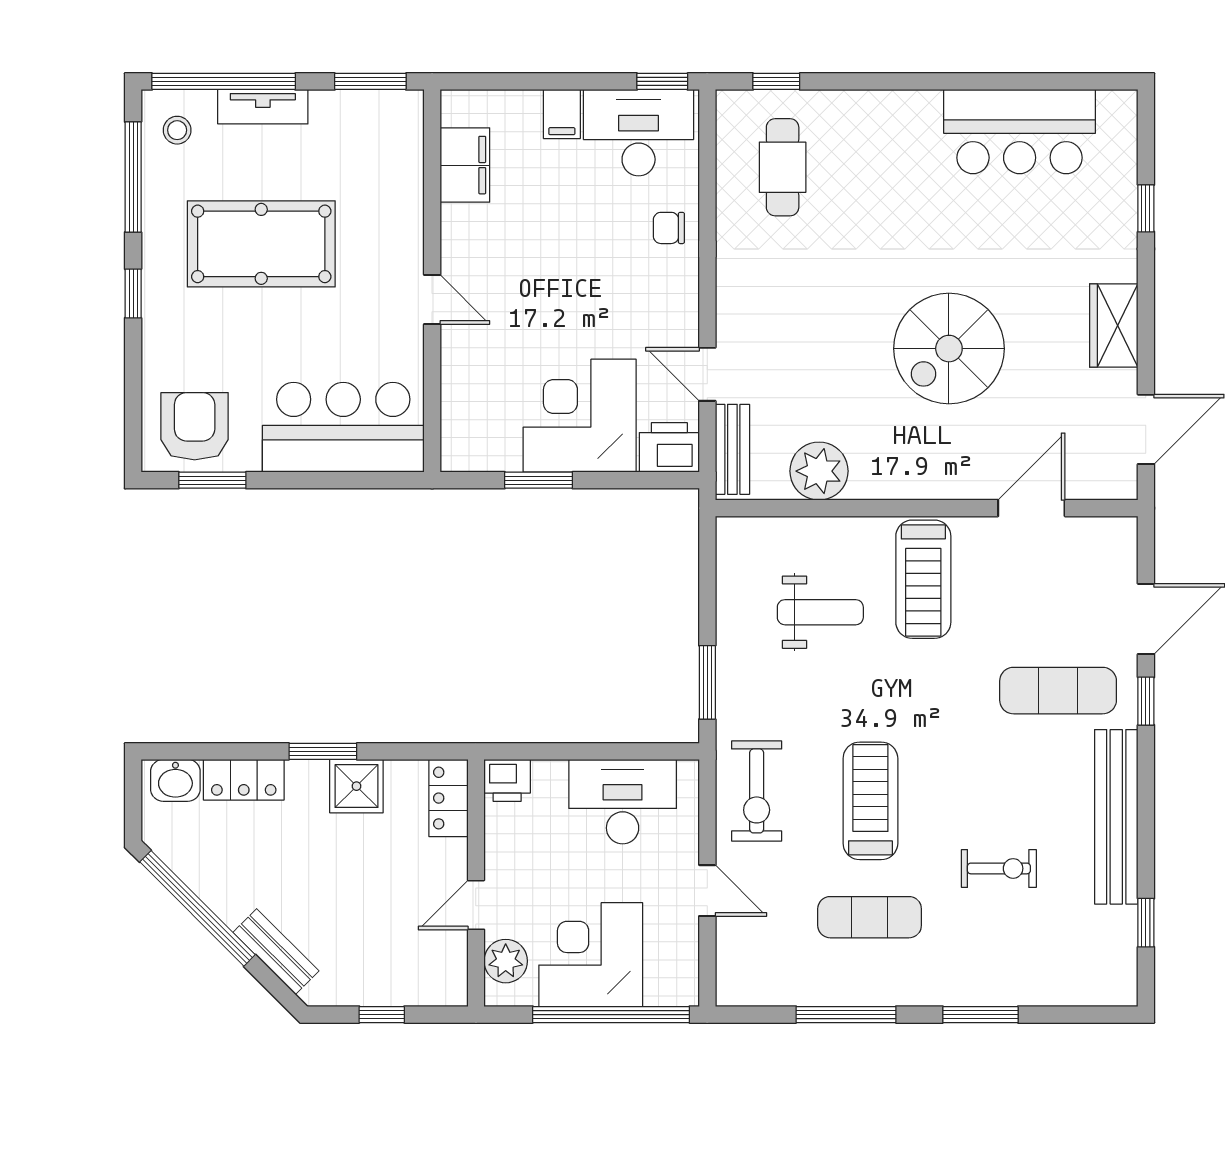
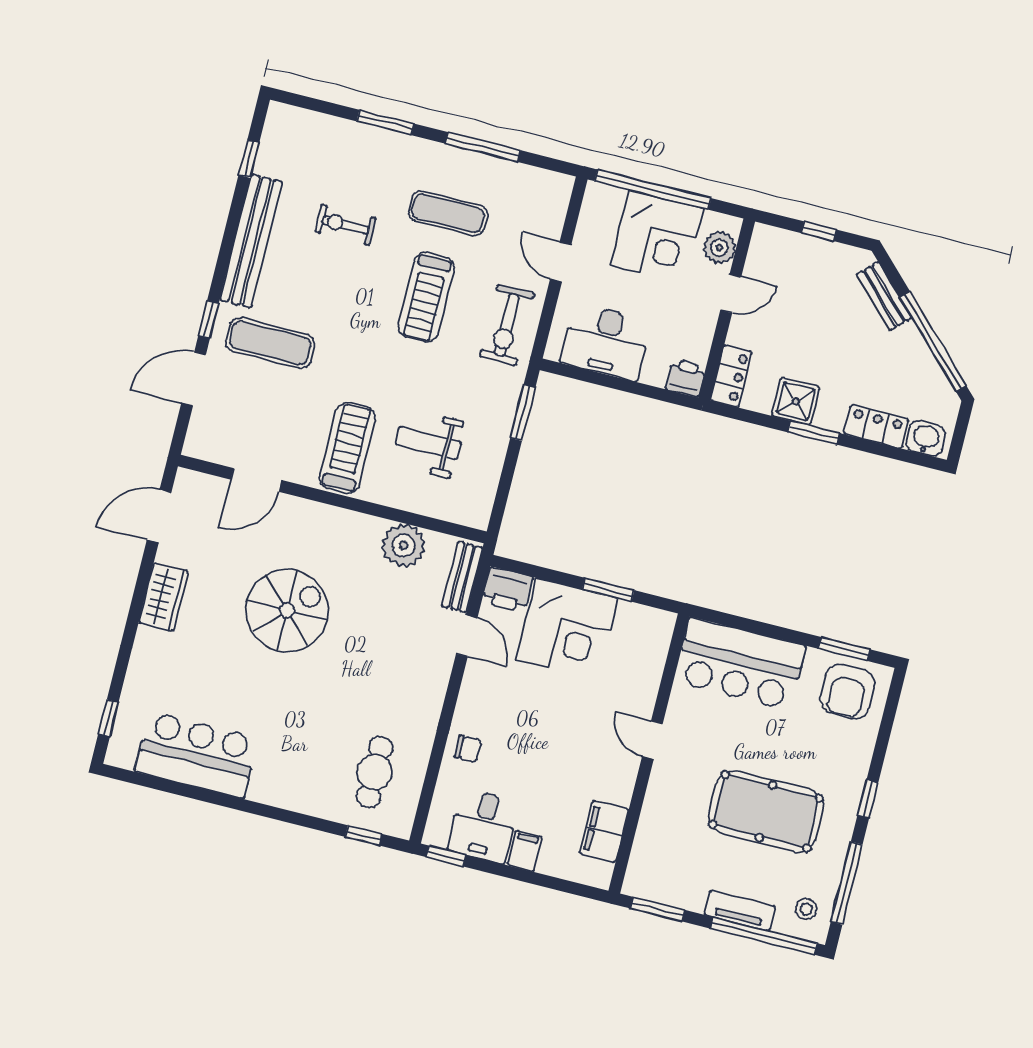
desk: (639, 133) -> (483, 826), width x0.73
window: (1146, 208) -> (108, 718), moved
exercise bike: (757, 791) -> (507, 325), turned 180

